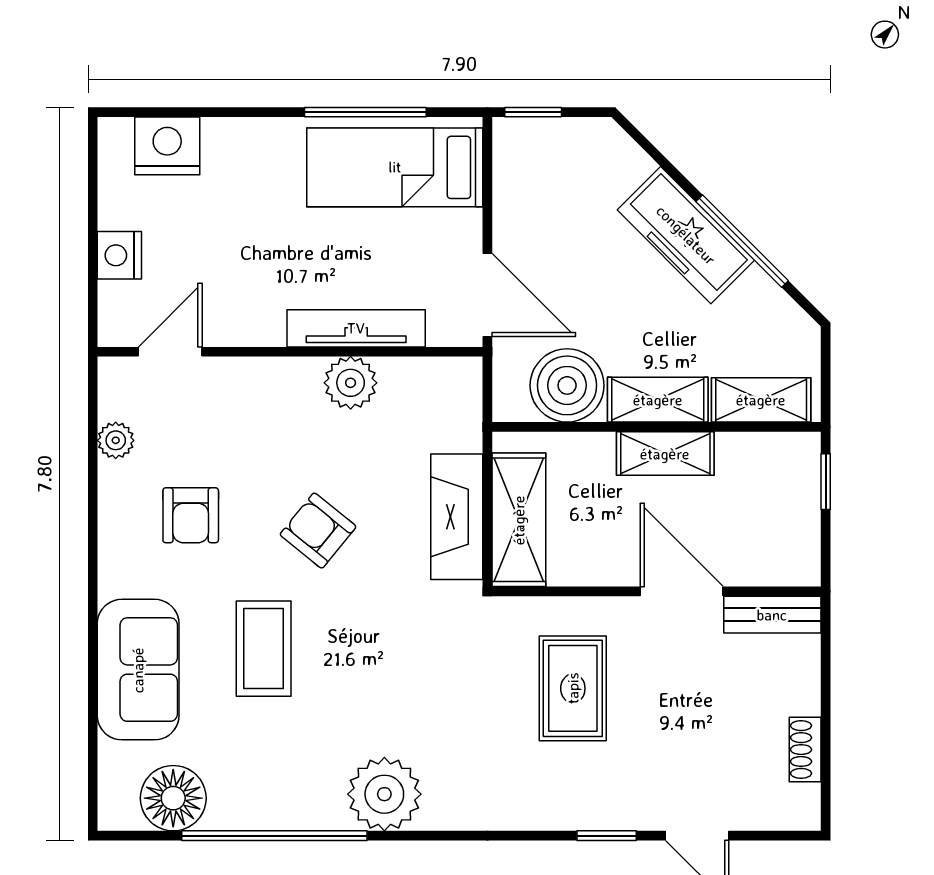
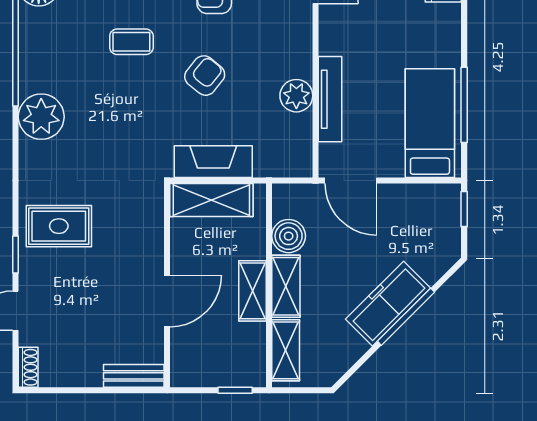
window: (742, 241) -> (406, 317), moved
door: (487, 295) -> (351, 181), hinge flipped
boiler: (567, 385) -> (289, 236), width x0.73, depth x0.73
bench: (772, 615) -> (134, 376), moved, turned 90
coffee table: (264, 649) -> (131, 42), width x0.73, depth x0.77
rug: (573, 688) -> (59, 226), moved
shoe rack: (805, 750) -> (28, 367), moved, turned 90

